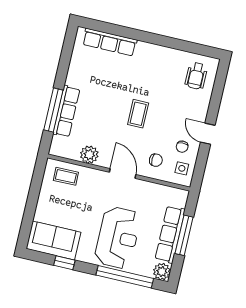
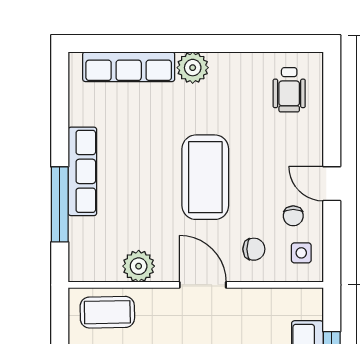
plant: (145, 51) -> (193, 68), added
row of seats: (66, 111) -> (82, 171), moved
coffee table: (138, 114) -> (205, 177), width x1.86, depth x1.72
coffee table: (66, 176) -> (107, 312), width x1.36, depth x1.30

